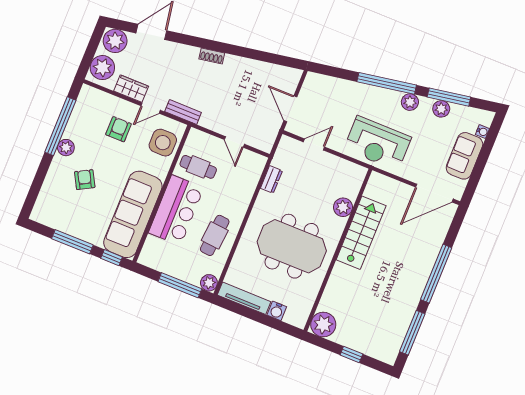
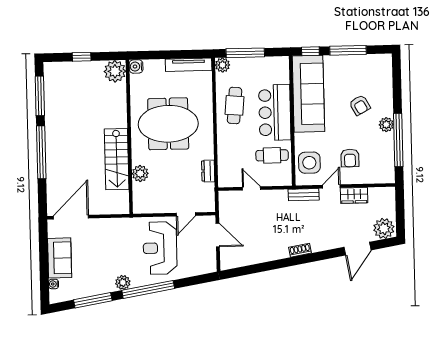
plant: (102, 68) -> (385, 202), removed
plant: (441, 109) -> (95, 288), removed
reception desk: (378, 143) -> (160, 248), moved, turned -90
water cooler: (277, 311) -> (136, 67), moved, turned -90

